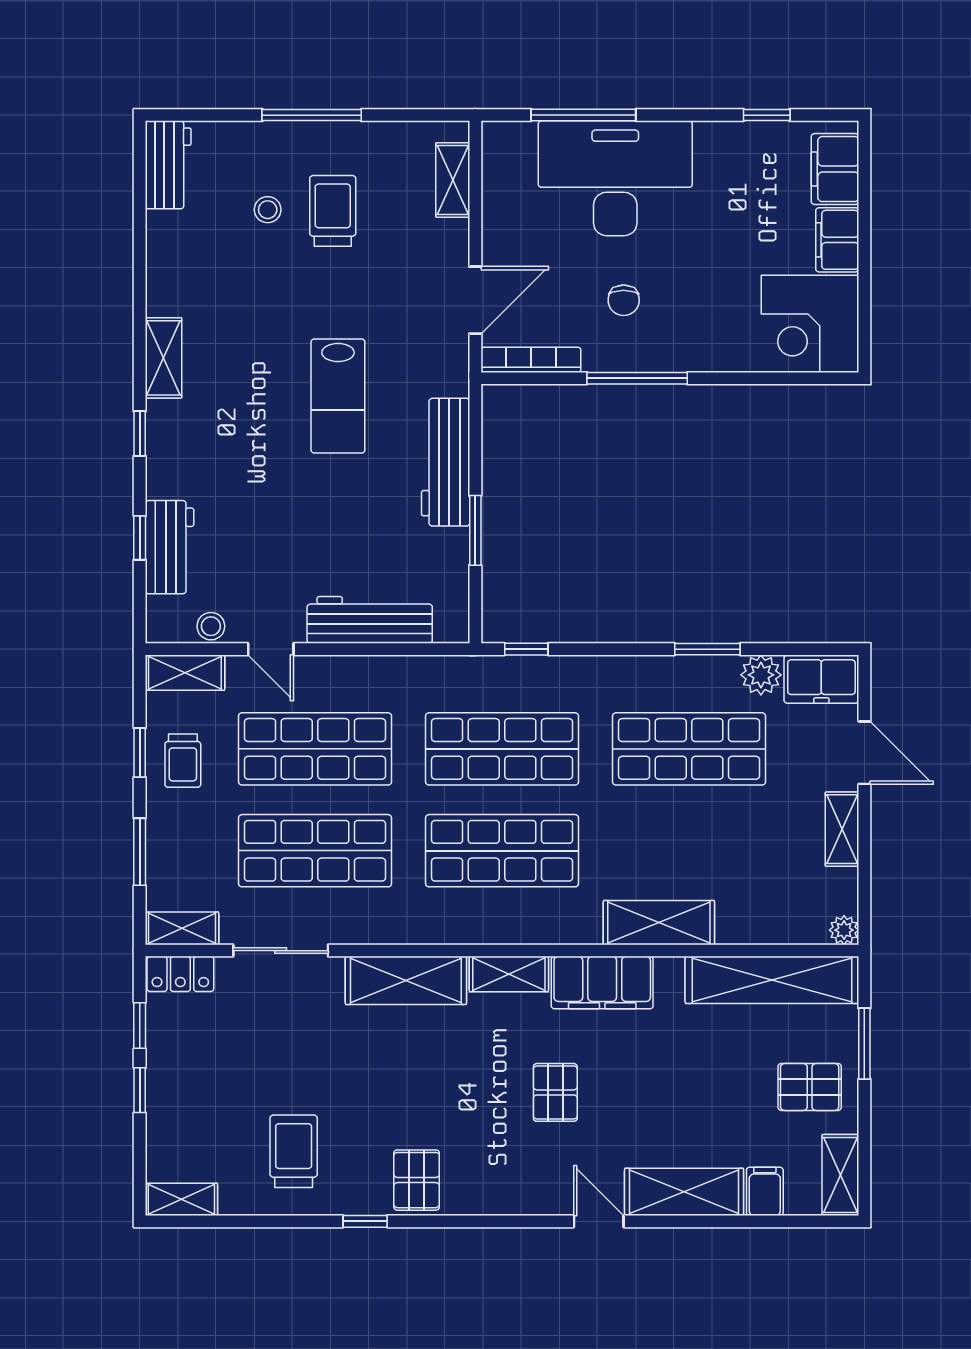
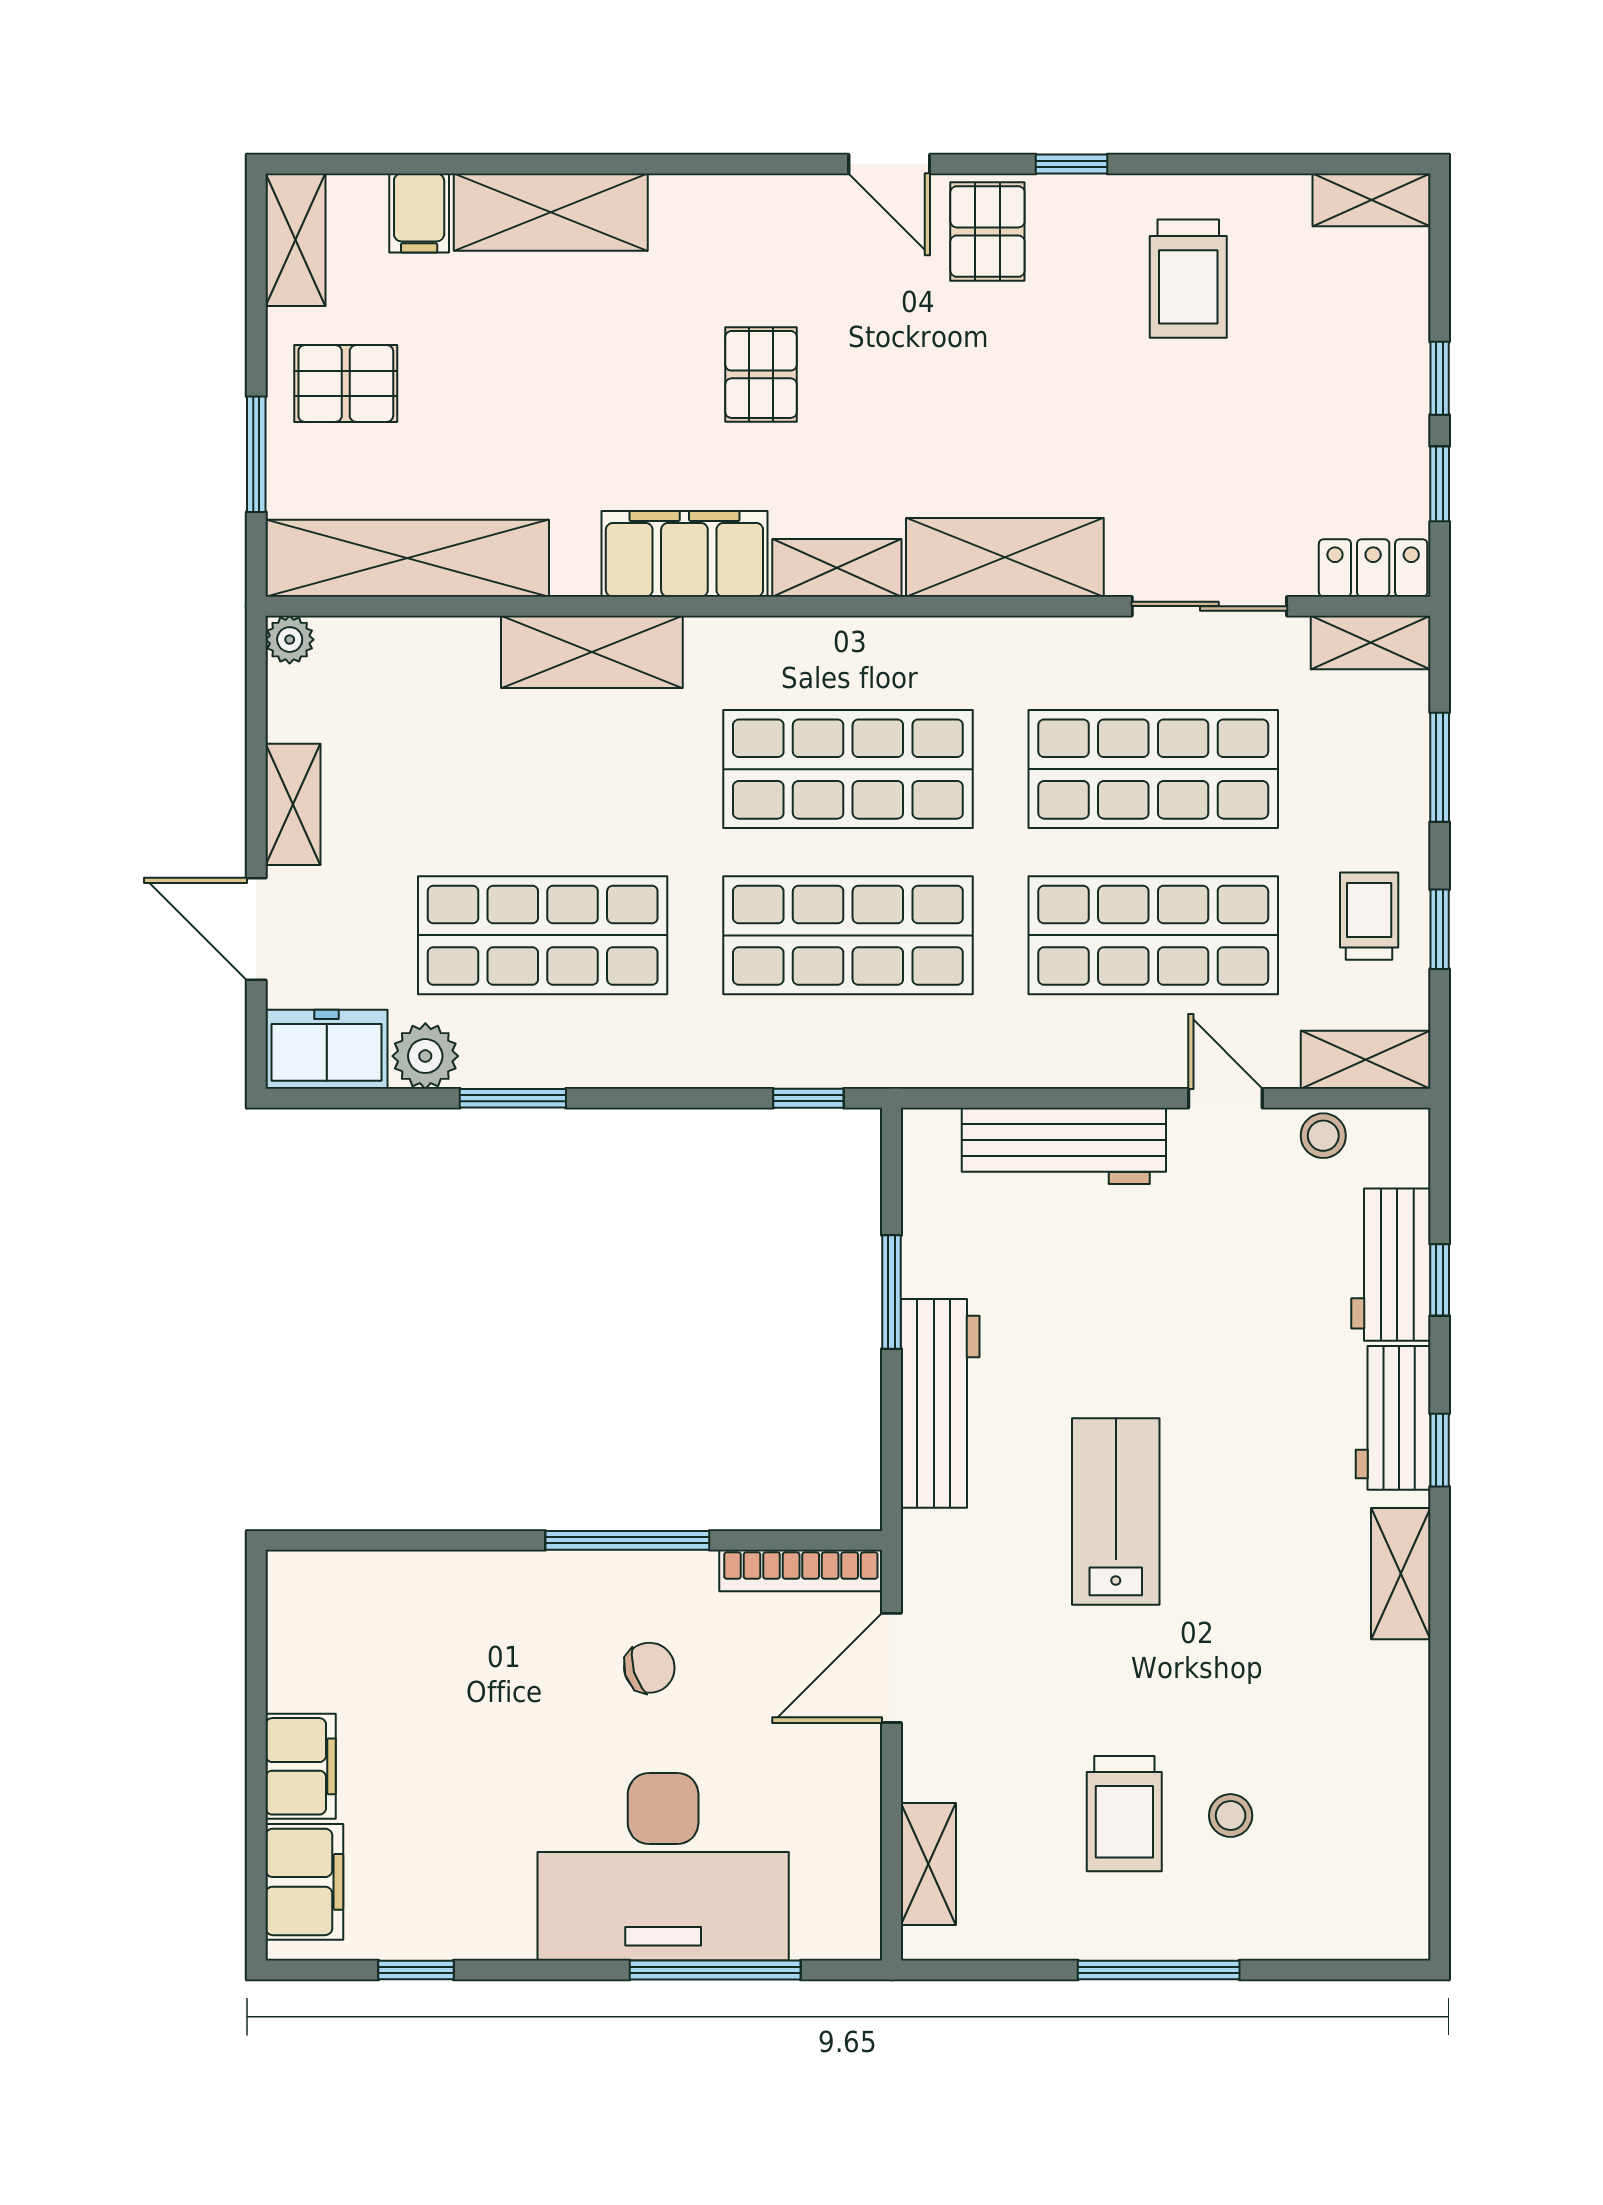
workbench: (168, 165) -> (1393, 1418), moved
chair: (624, 300) -> (649, 1668), turned 73
corner desk: (810, 324) -> (345, 1629), removed
door: (599, 1221) -> (889, 164), moved

